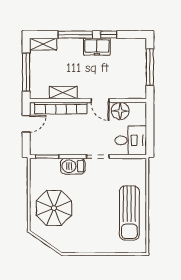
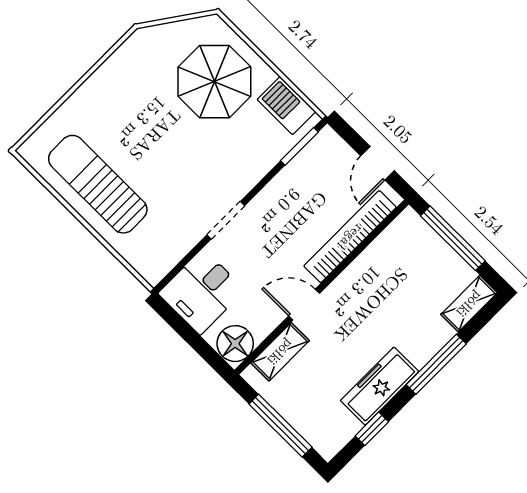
window: (109, 35) -> (372, 429), moved
freezer: (97, 47) -> (380, 386), width x1.40
shelving: (63, 93) -> (280, 352), moved
floor lamp: (120, 111) -> (235, 344), moved
barbecue: (73, 166) -> (286, 106), moved, turned -90

